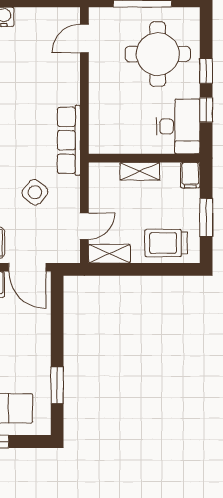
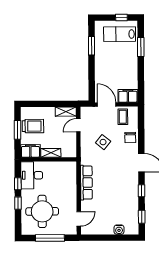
row of seats: (69, 140) -> (86, 183), moved
filing cabinet: (190, 175) -> (30, 151), width x2.00
trolley: (166, 243) -> (33, 126), moved

